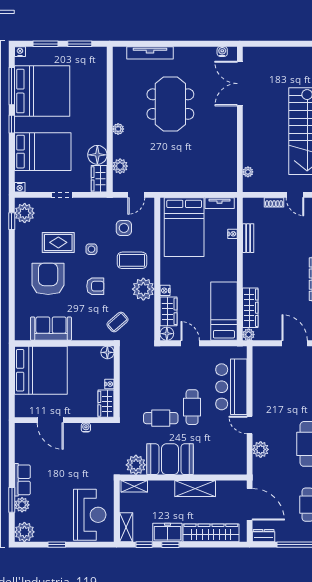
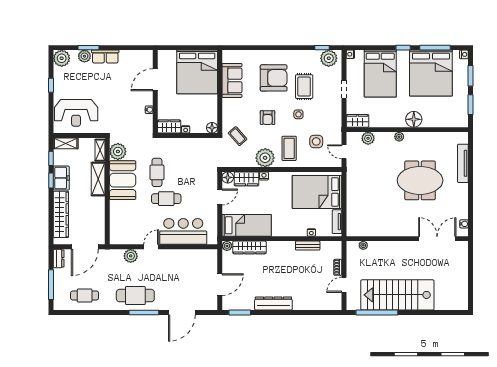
floor lamp: (97, 155) -> (414, 119), moved
shelving: (195, 488) -> (98, 179), moved

